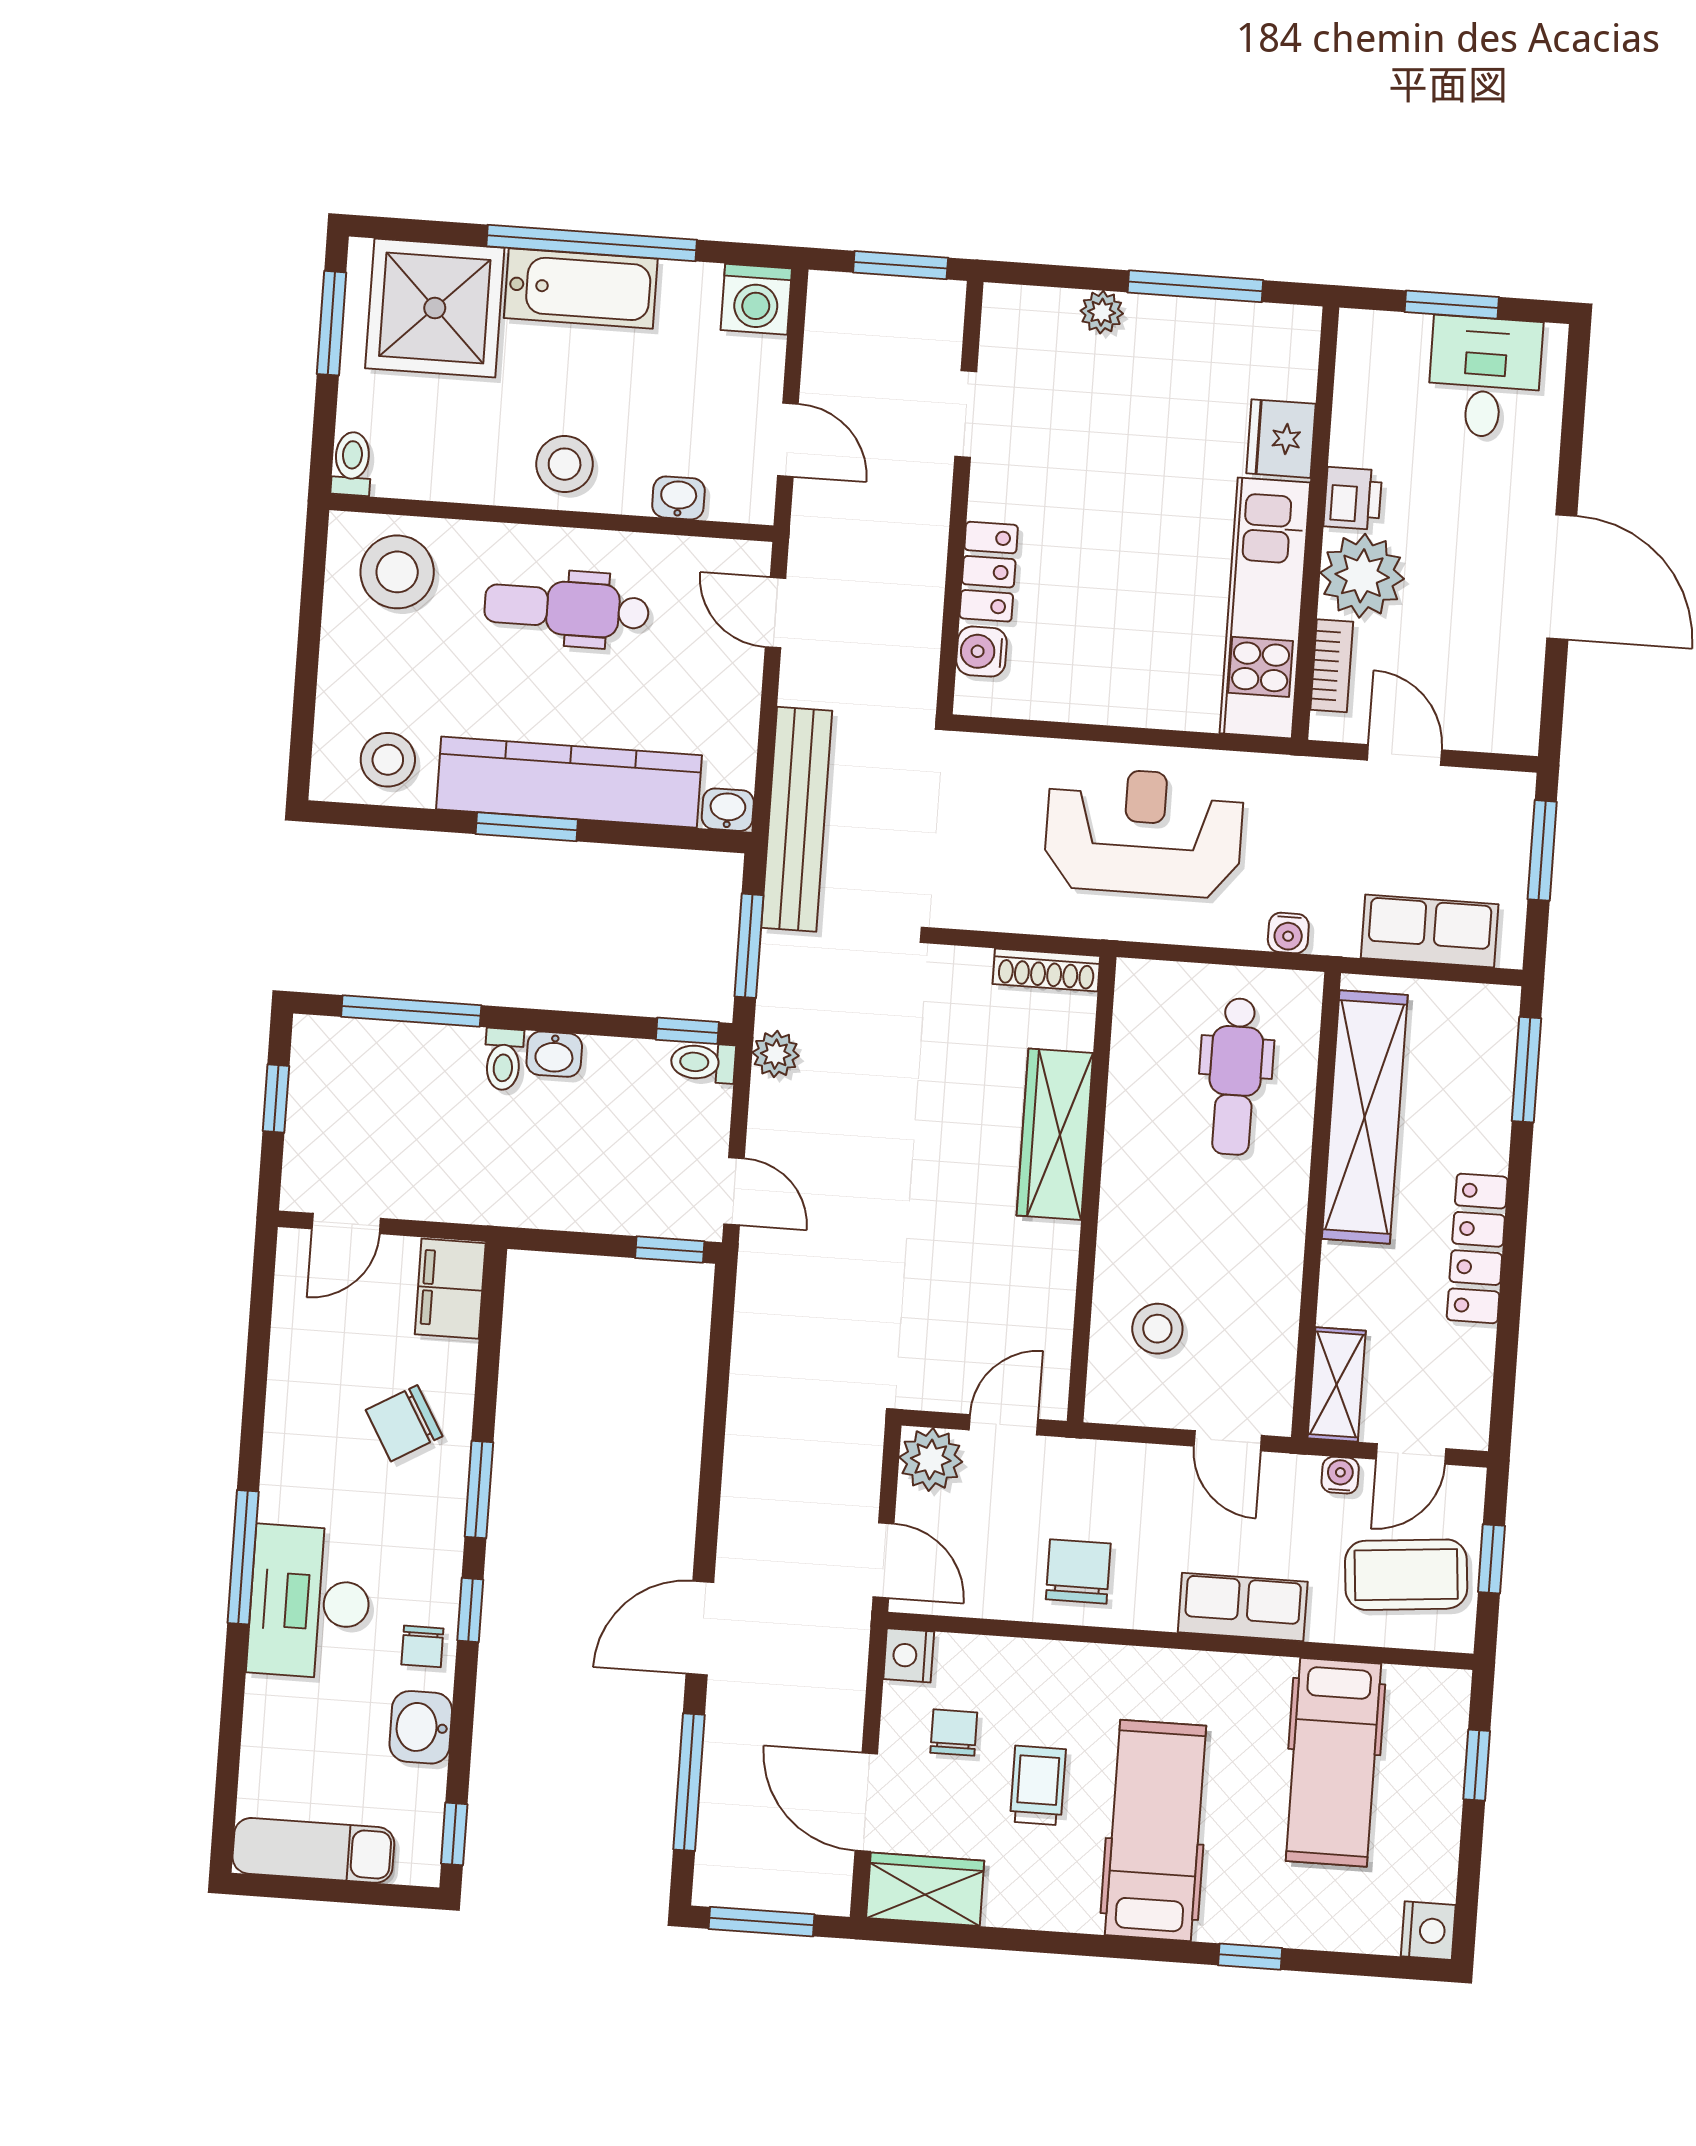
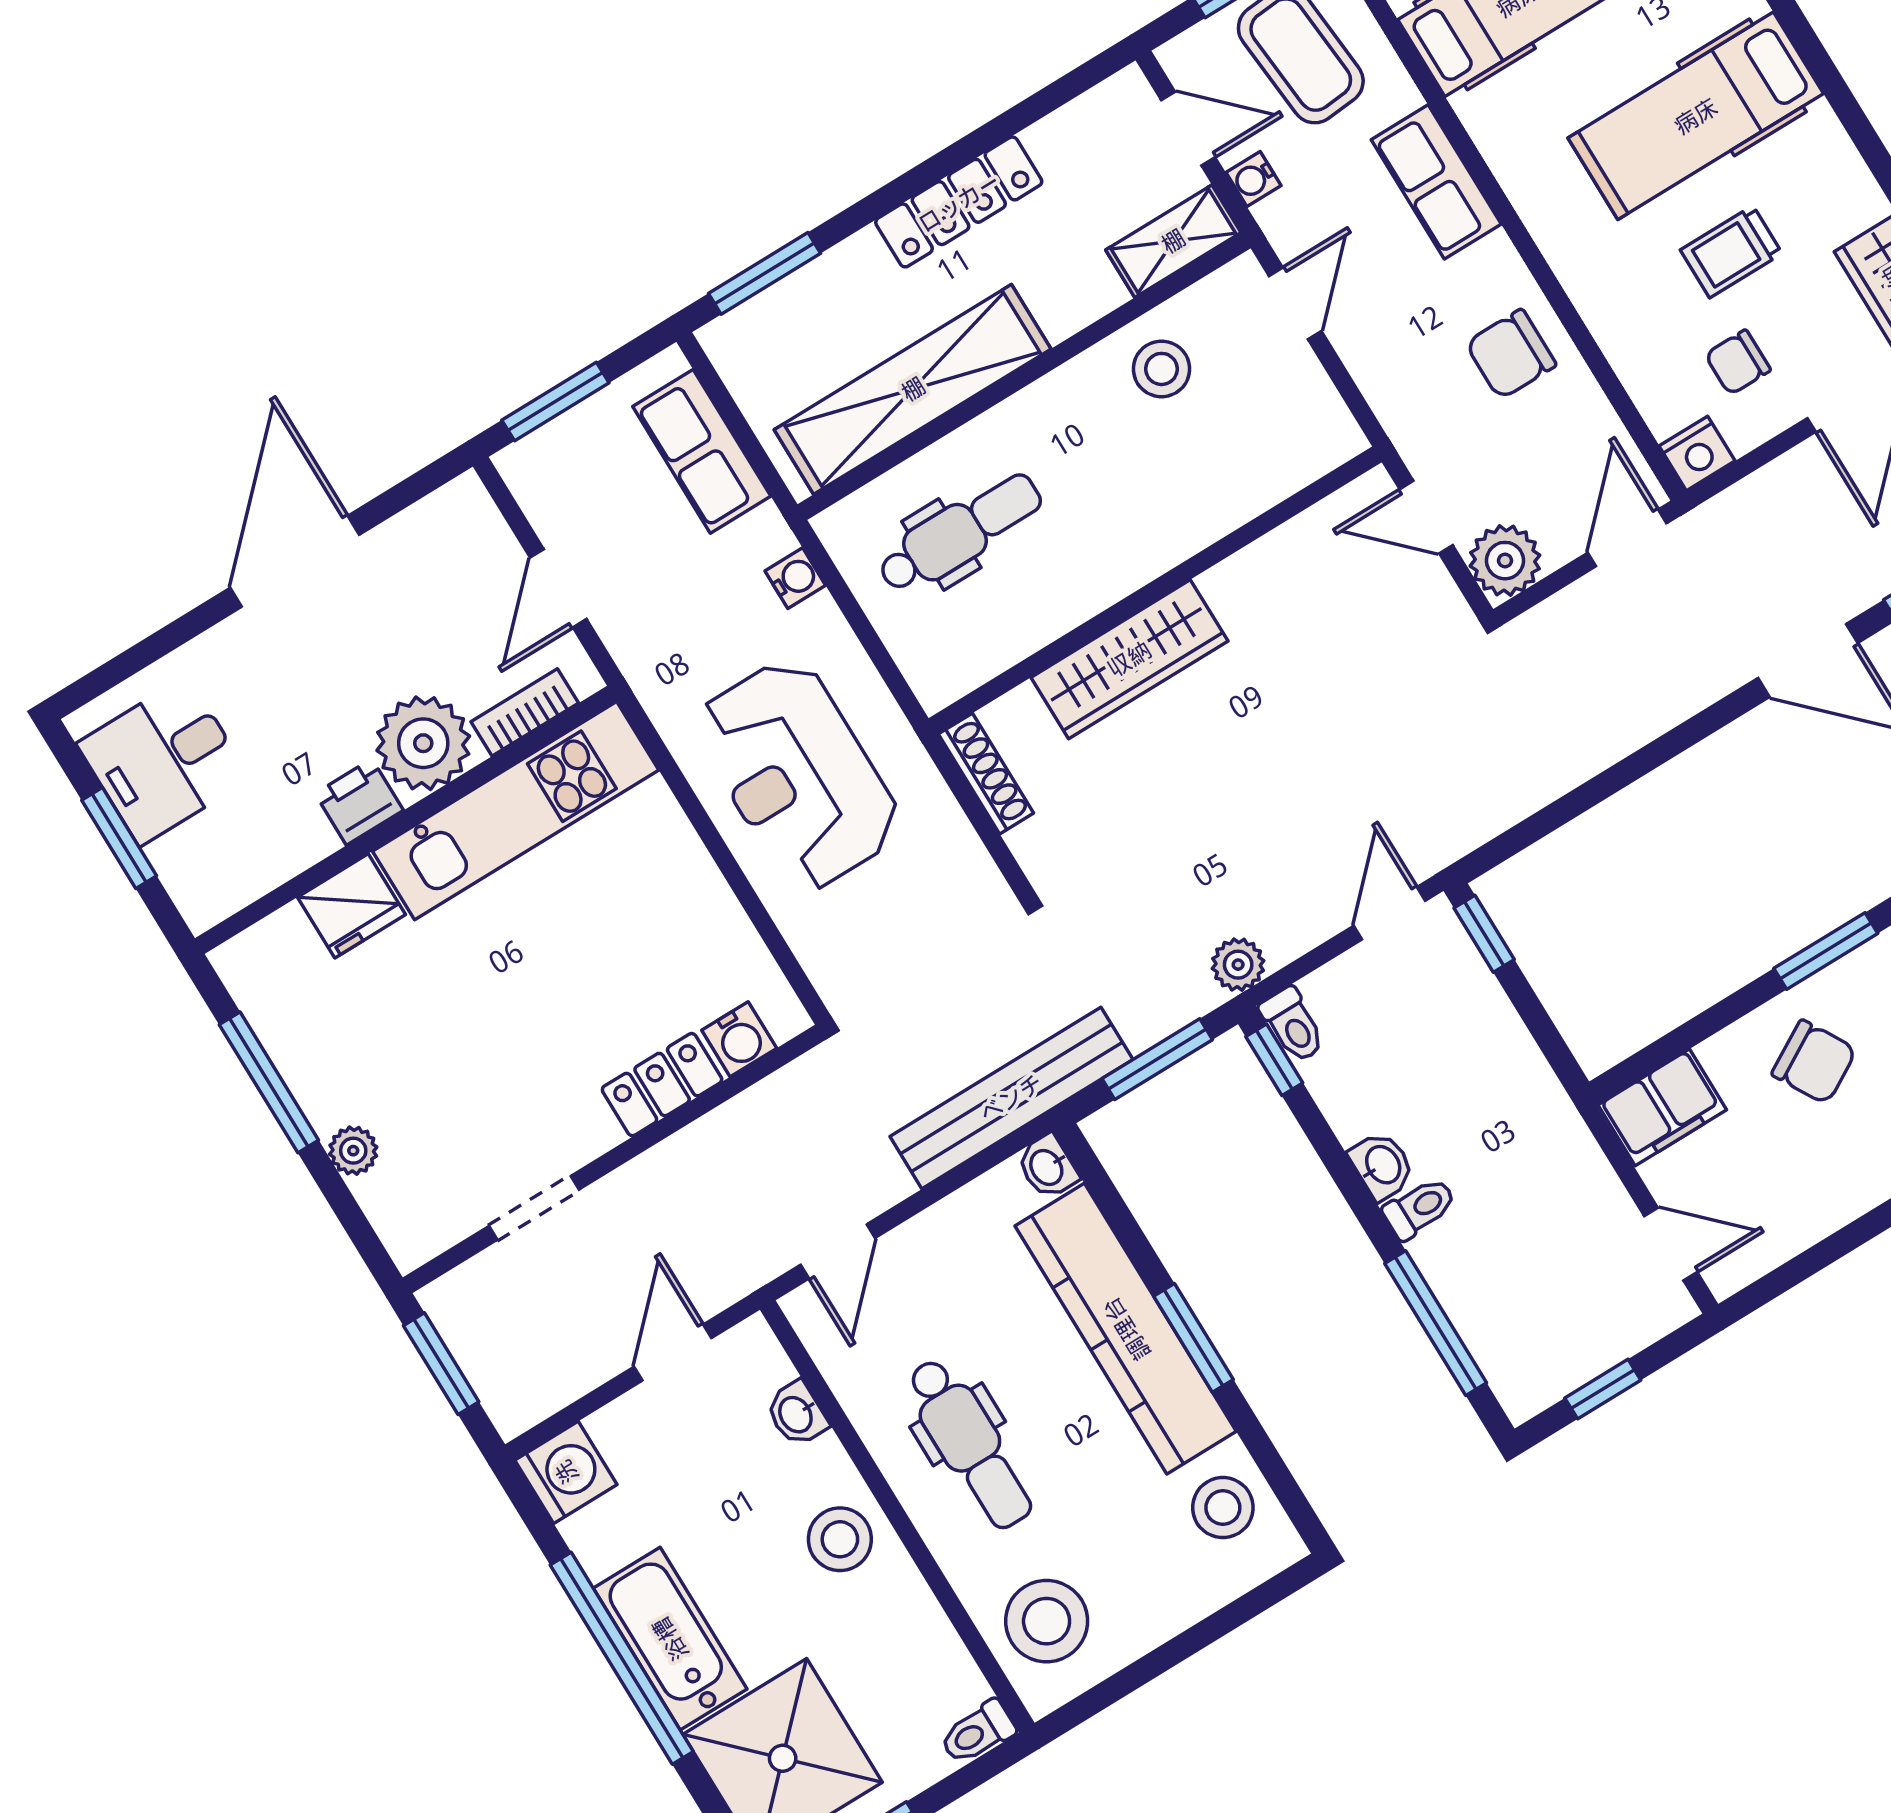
stool: (1157, 1329) -> (1162, 369), moved

